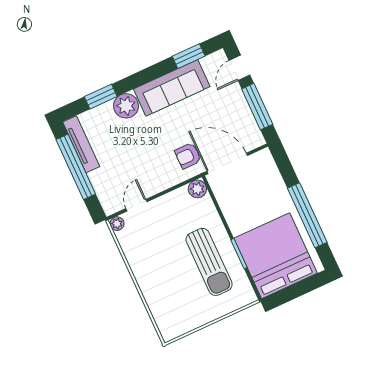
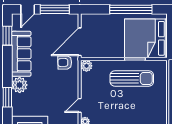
door: (239, 68) -> (28, 9), hinge flipped
armchair: (188, 156) -> (65, 62), turned 89
door: (136, 205) -> (80, 105), hinge flipped

